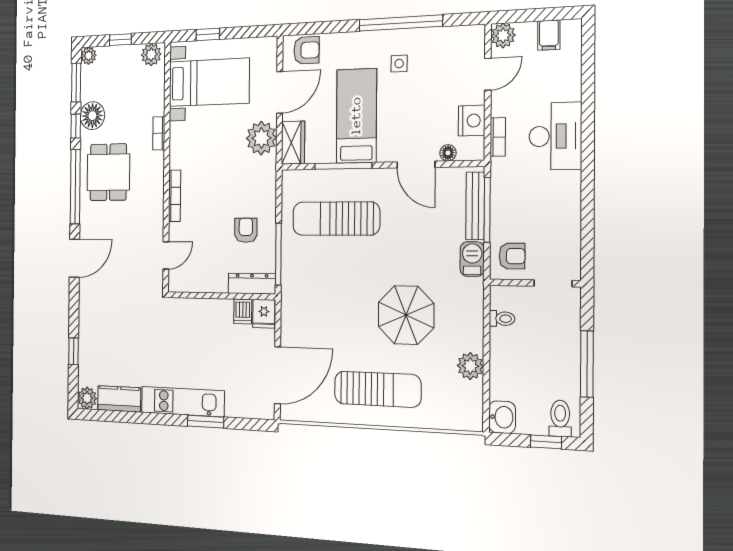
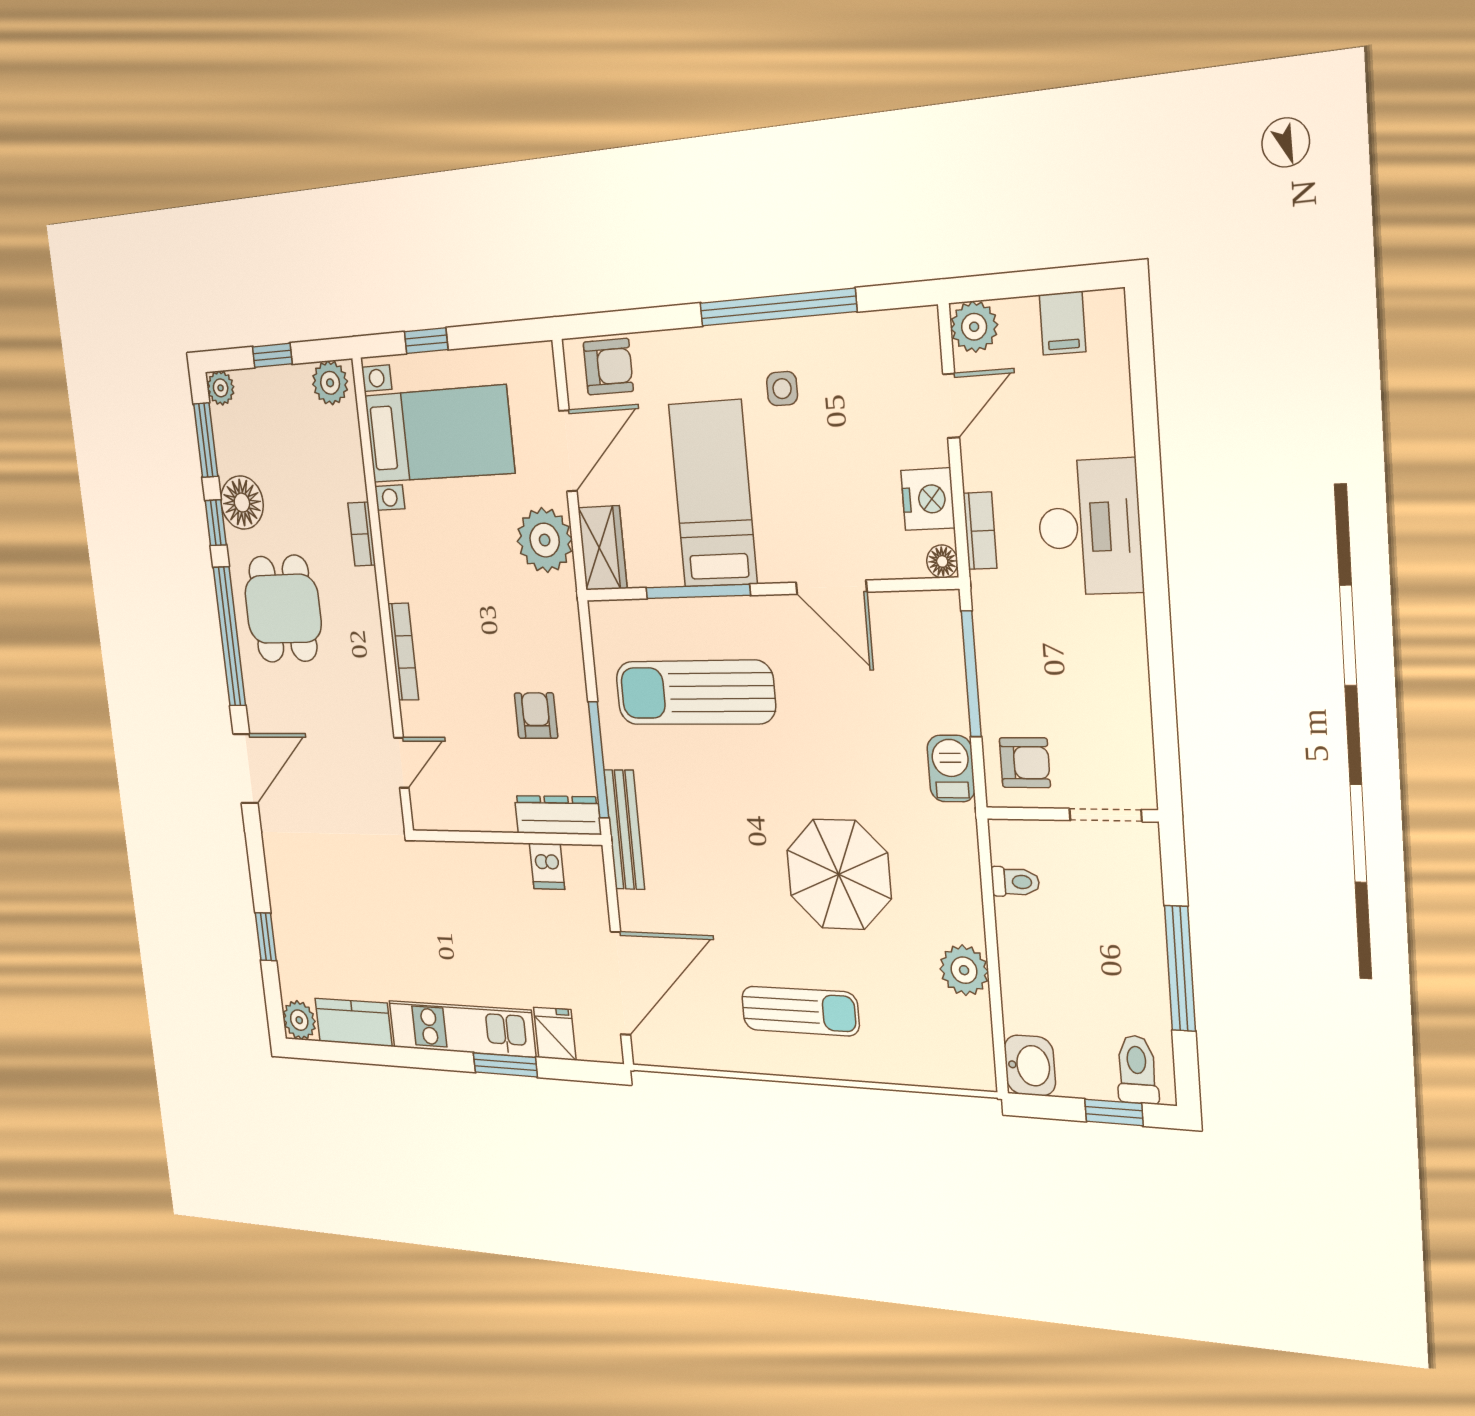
floor lamp: (448, 153) -> (942, 561), moved
bench: (475, 206) -> (624, 830), moved
fridge: (264, 314) -> (555, 1034), moved, turned 180
sun lounger: (378, 389) -> (800, 1011), width x0.73, depth x0.75

